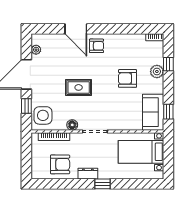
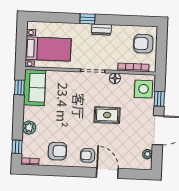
window: (168, 64) -> (17, 147), moved
armchair: (127, 78) -> (57, 151), moved
armchair: (60, 164) -> (143, 44), moved

